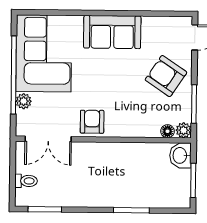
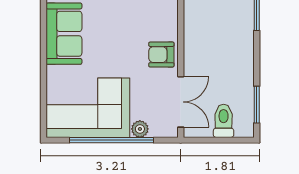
toilet: (26, 181) -> (224, 121), width x1.37, depth x1.39

